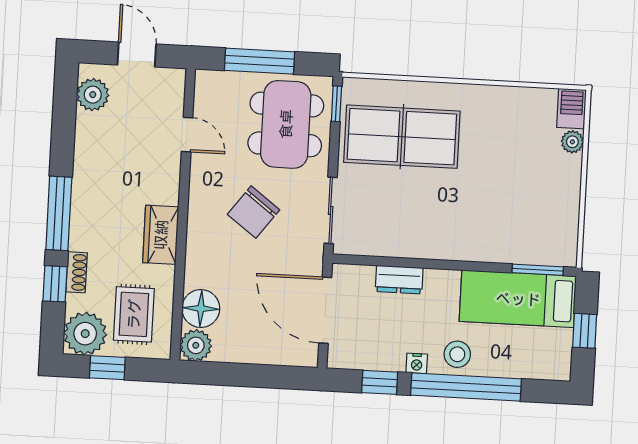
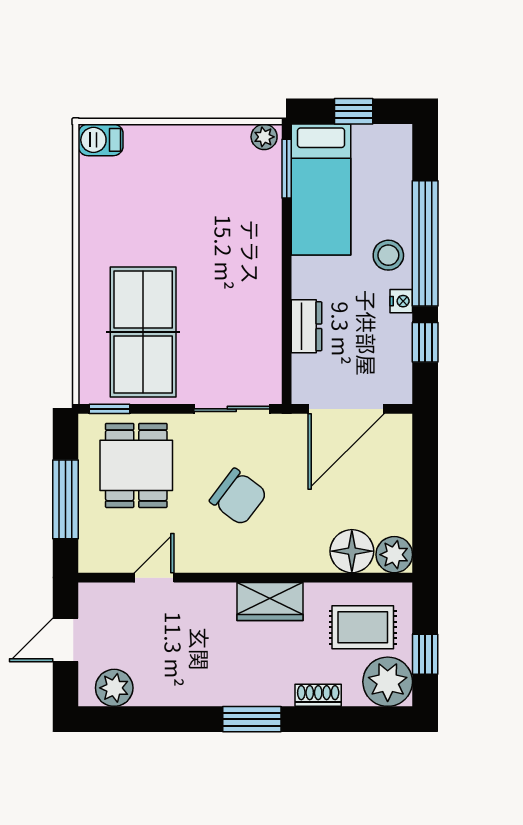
dining table: (286, 124) -> (136, 465), width x0.73
plant: (572, 142) -> (264, 137), moved
window: (59, 213) -> (252, 719), width x0.69
window: (55, 284) -> (333, 719), removed

